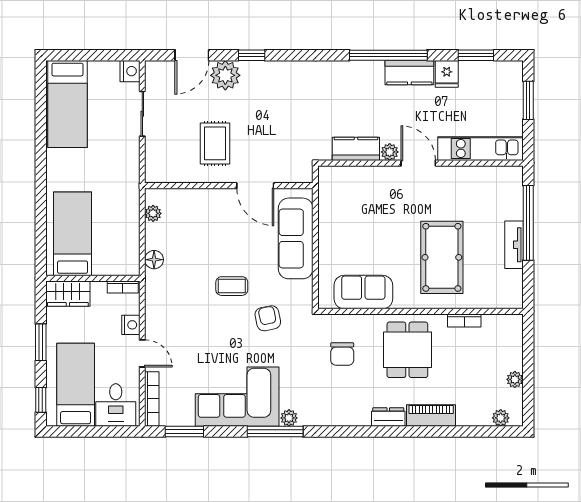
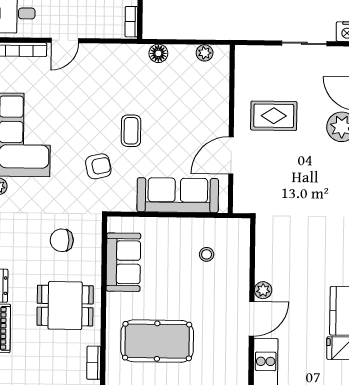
kitchen counter: (356, 149) -> (267, 257), removed
stool: (355, 209) -> (207, 254), added
nightstand: (131, 325) -> (93, 29), removed

